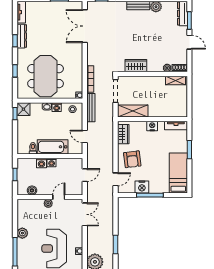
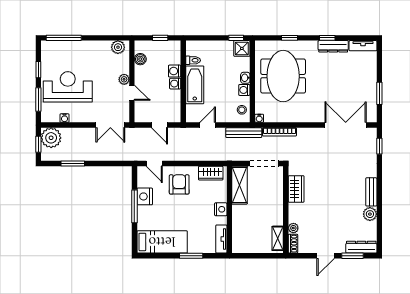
meeting table: (46, 76) -> (283, 76), turned 90
armchair: (132, 159) -> (179, 184), turned 97
plant: (22, 233) -> (118, 47), moved

